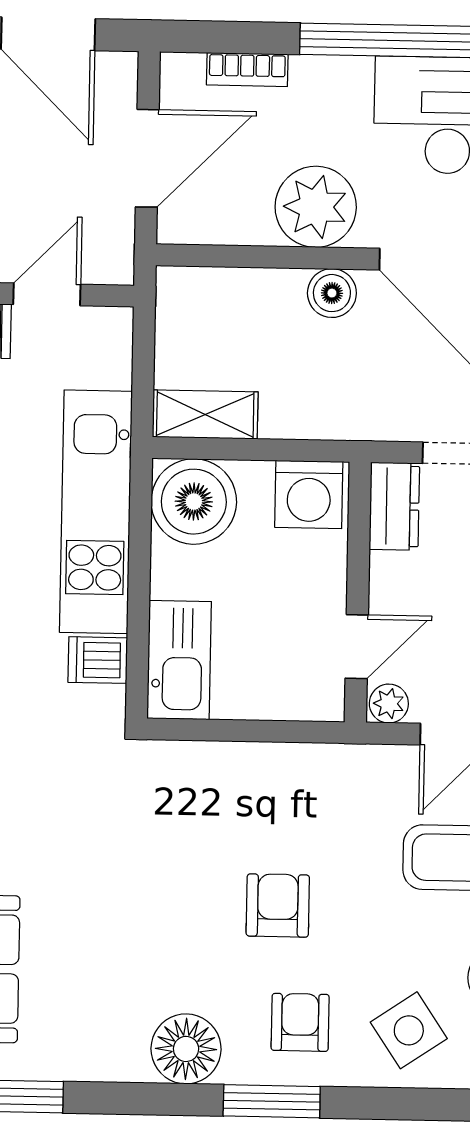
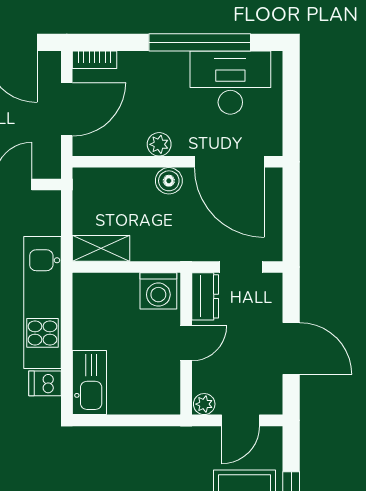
bookcase: (247, 70) -> (95, 60), moved
plant: (316, 207) -> (159, 144), width x0.53, depth x0.53
boiler: (194, 502) -> (96, 296), removed
door: (357, 647) -> (186, 343), moved

